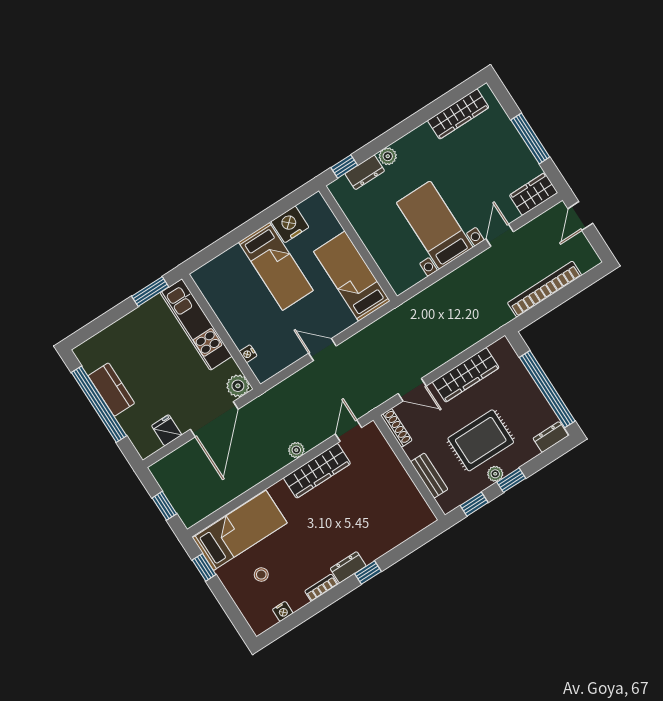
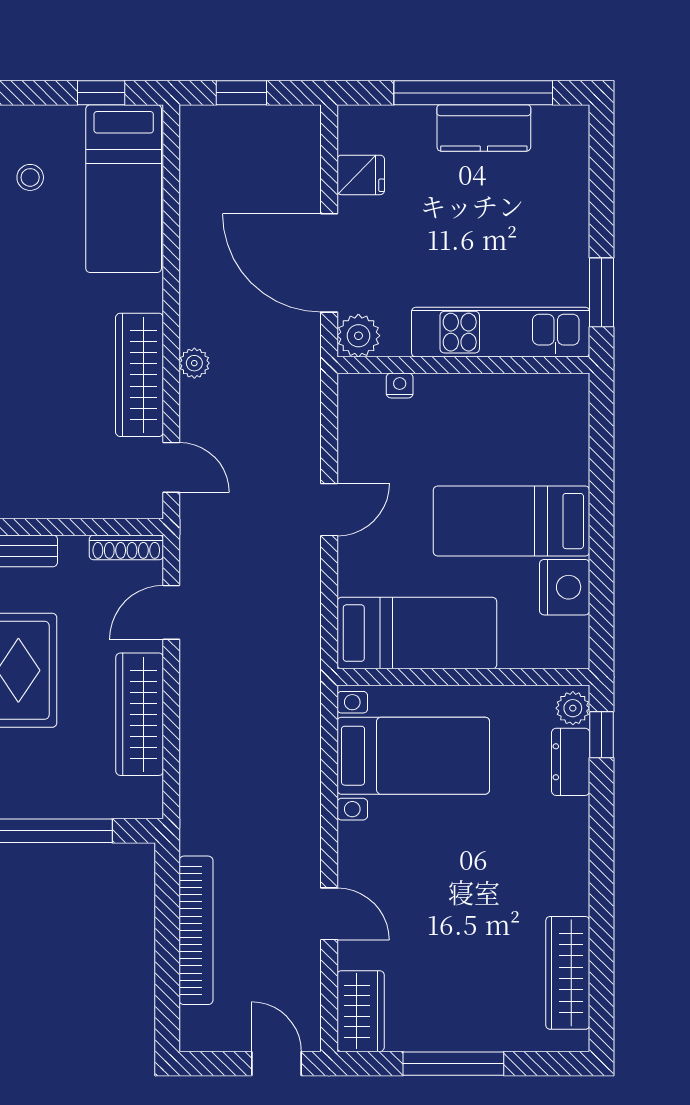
plant: (388, 156) -> (573, 708), moved
bed with nightstands: (435, 225) -> (413, 756), moved

